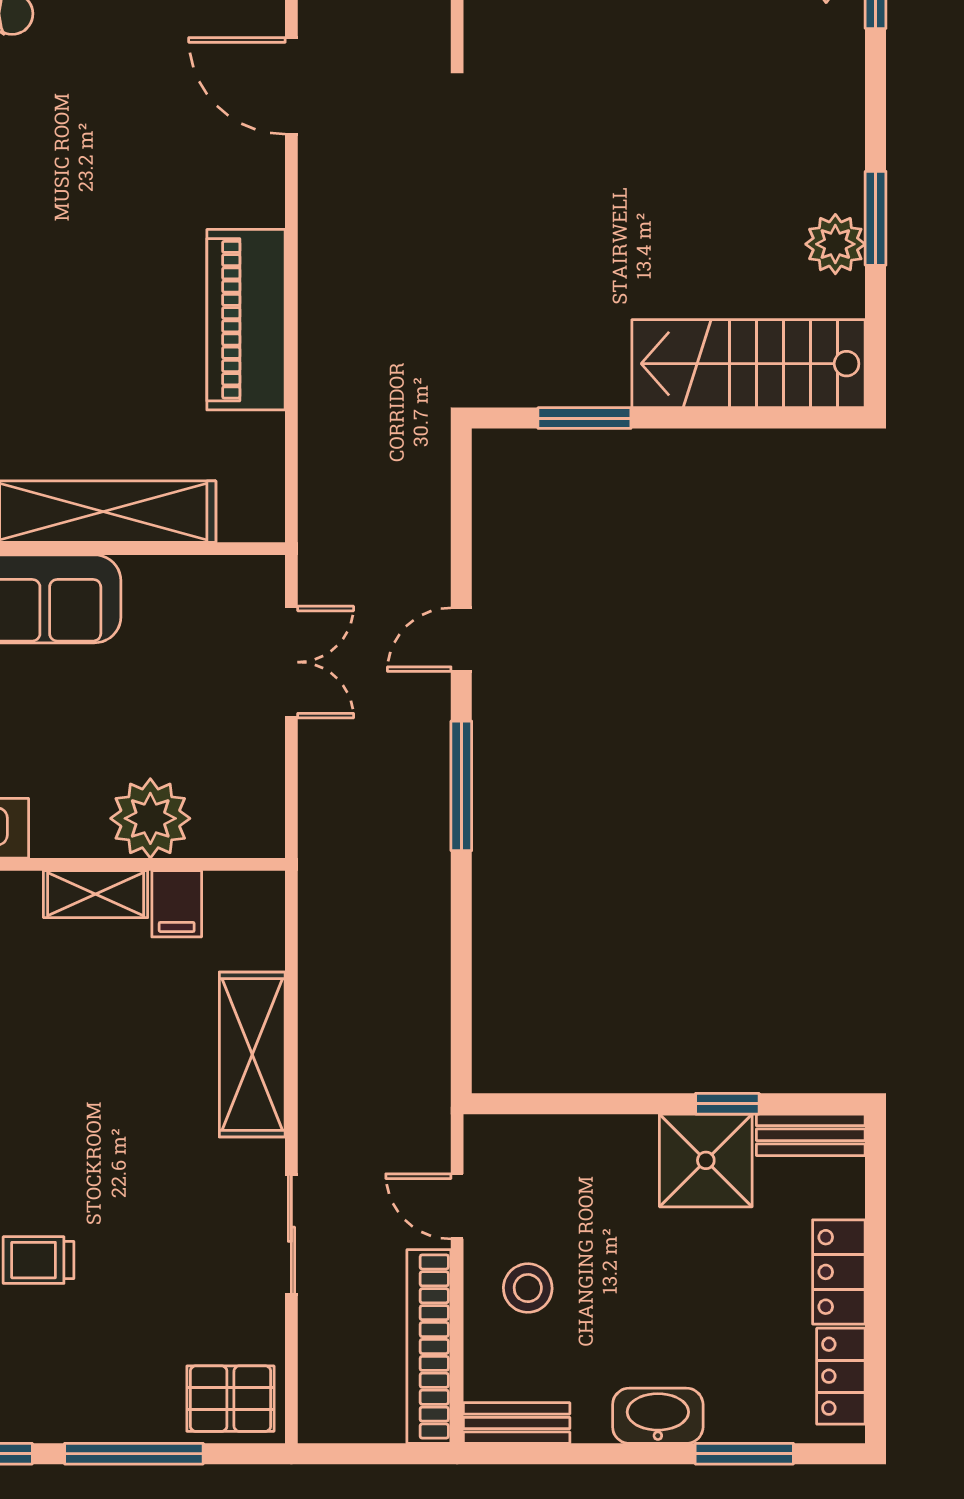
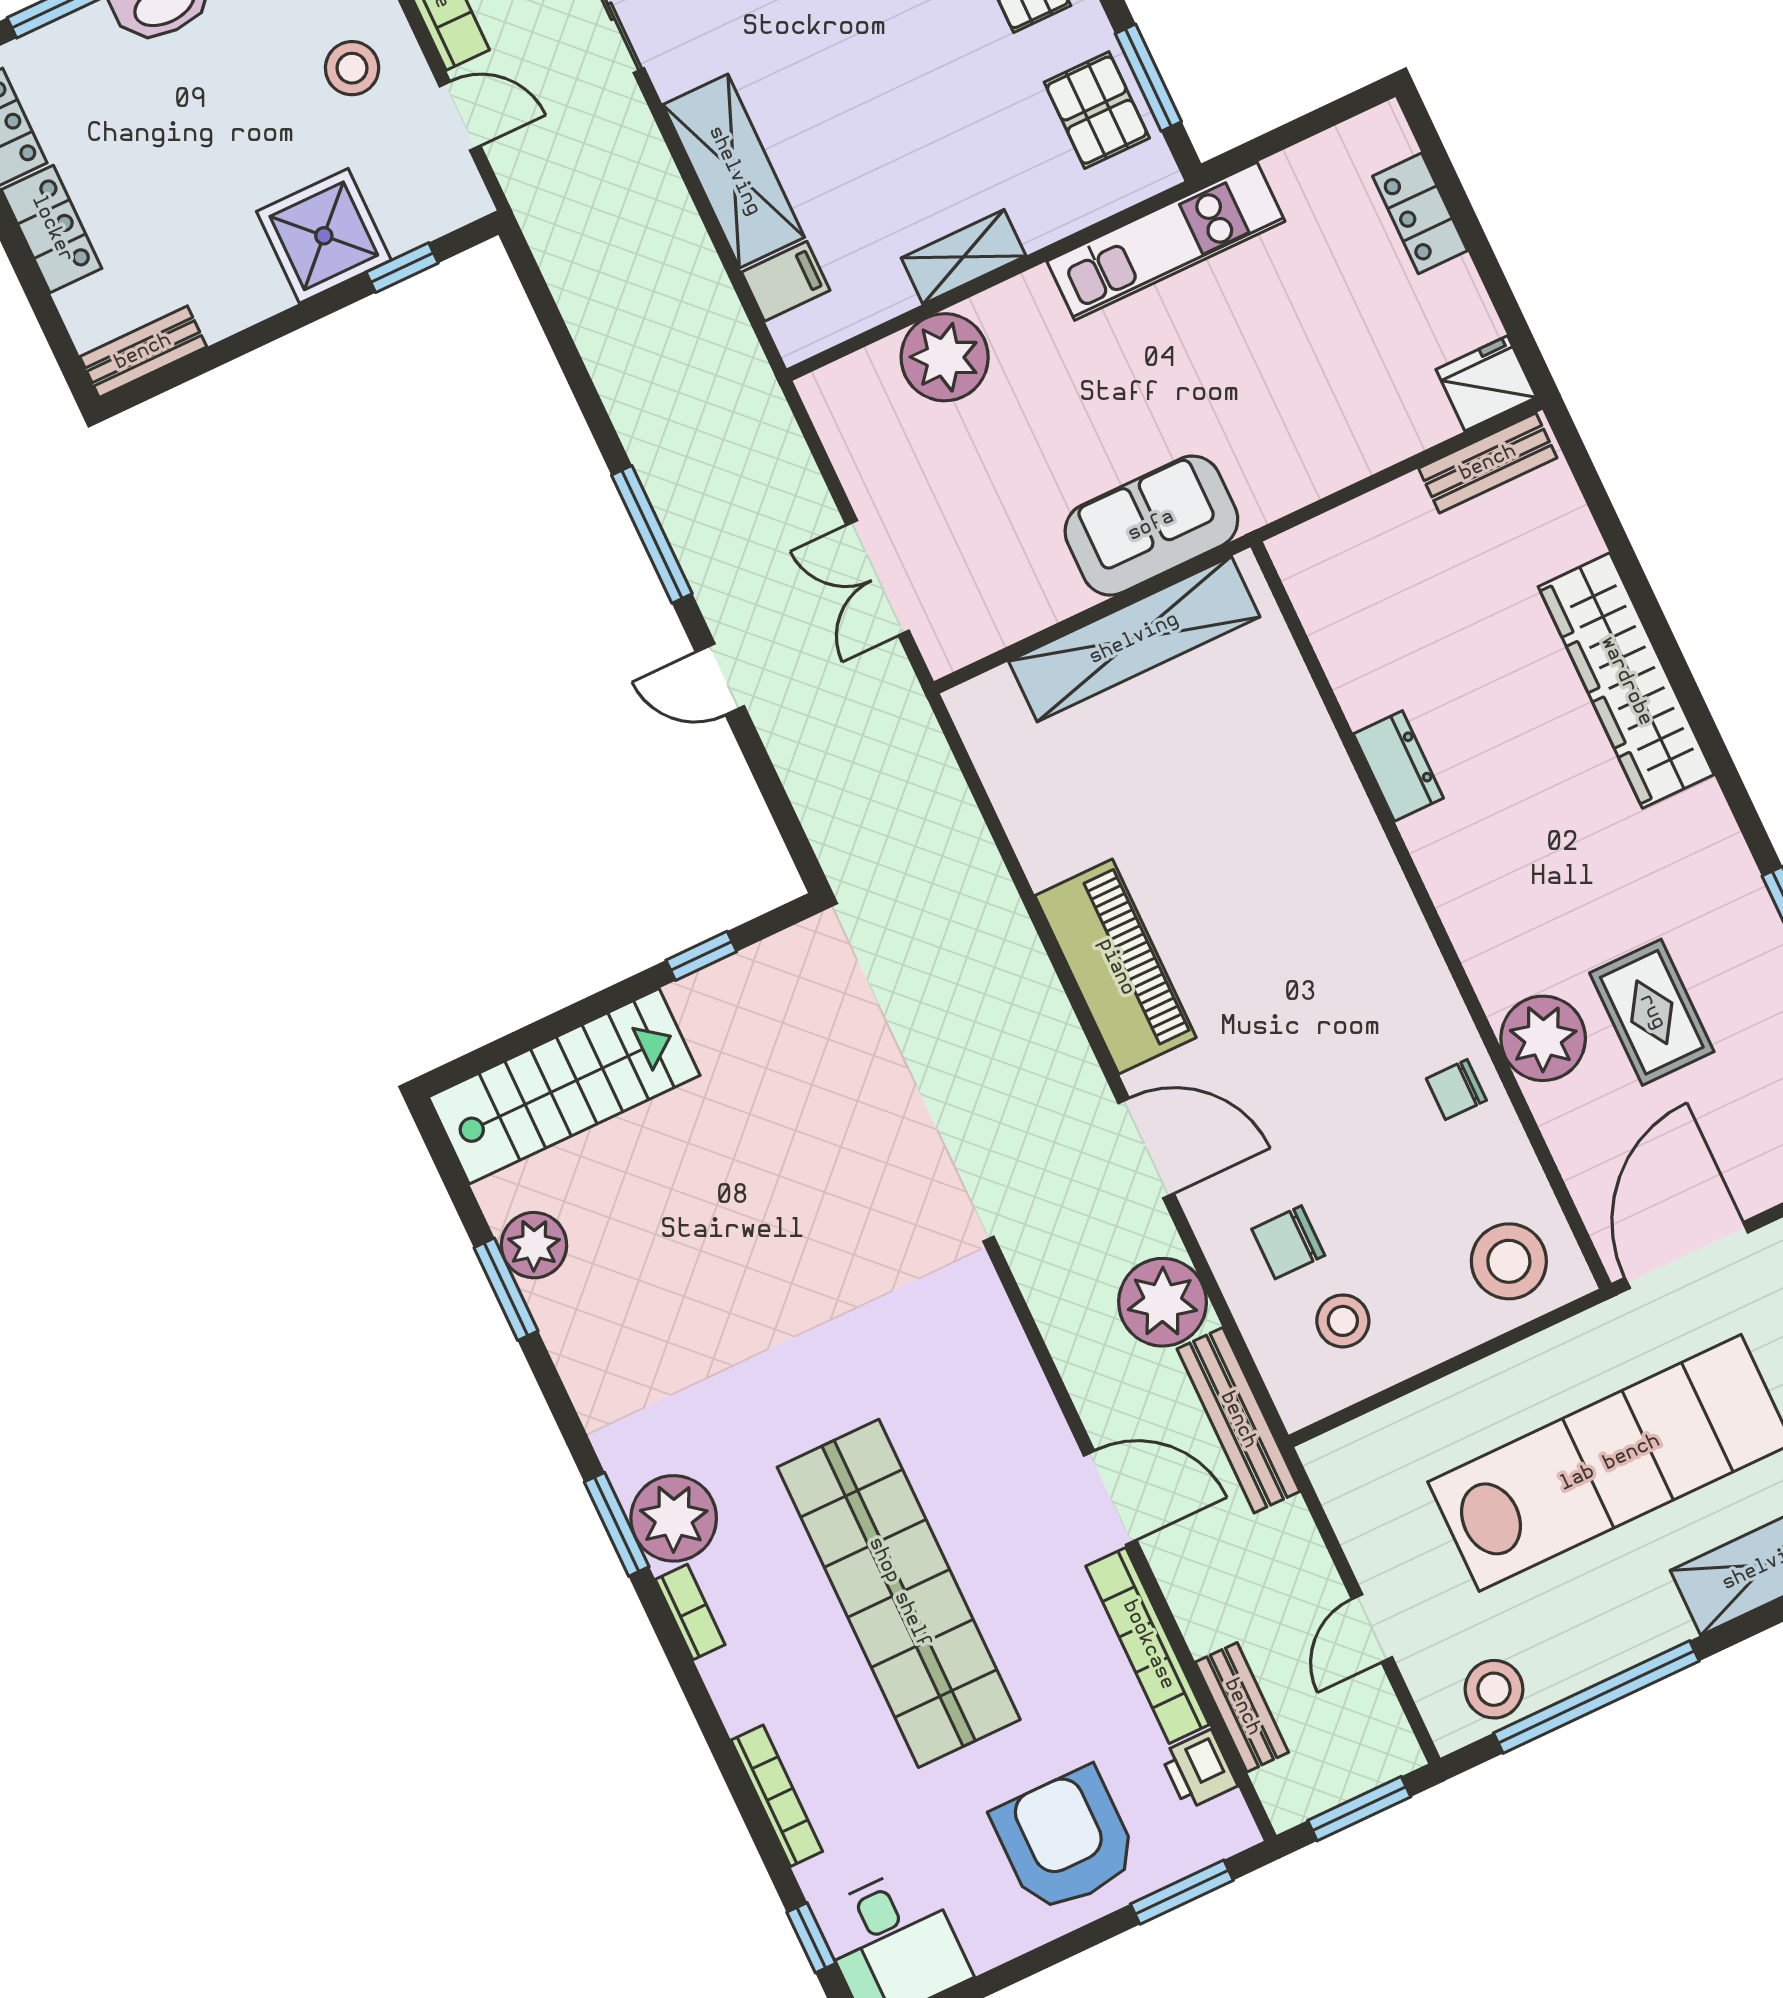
piano: (246, 320) -> (1116, 967), moved
window: (584, 418) -> (701, 956), width x0.67
door: (461, 640) -> (720, 679), swing flipped
filing cabinet: (177, 904) -> (786, 281), moved, turned 90
window: (727, 1104) -> (402, 268), moved
shower: (706, 1160) -> (324, 236), moved

